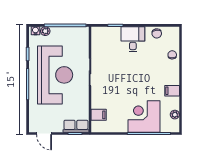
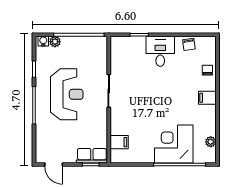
reception desk: (55, 75) -> (67, 94), width x0.74, depth x0.77
filing cabinet: (172, 91) -> (207, 98), moved

